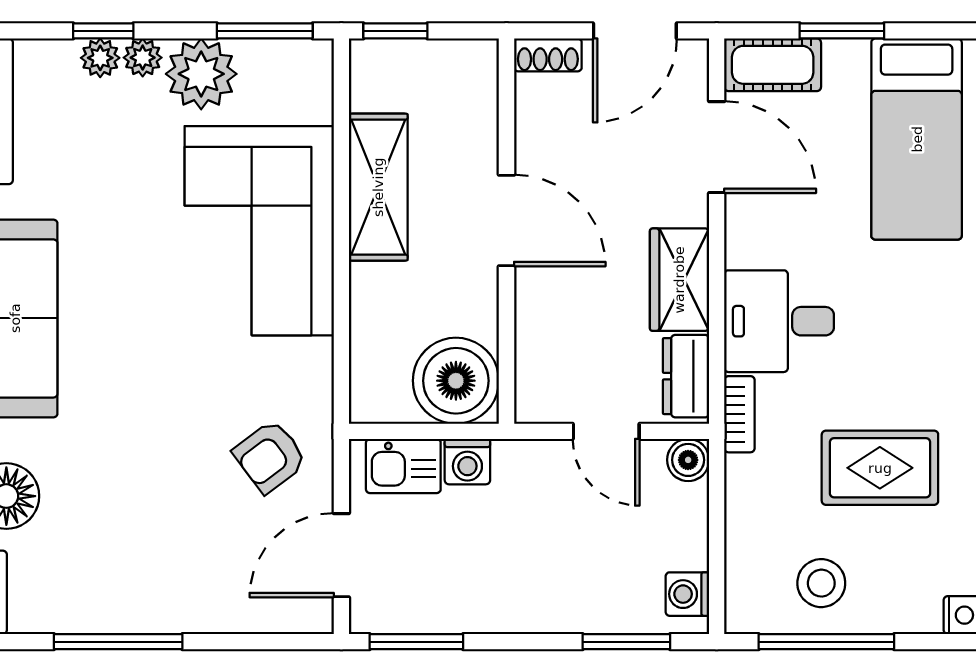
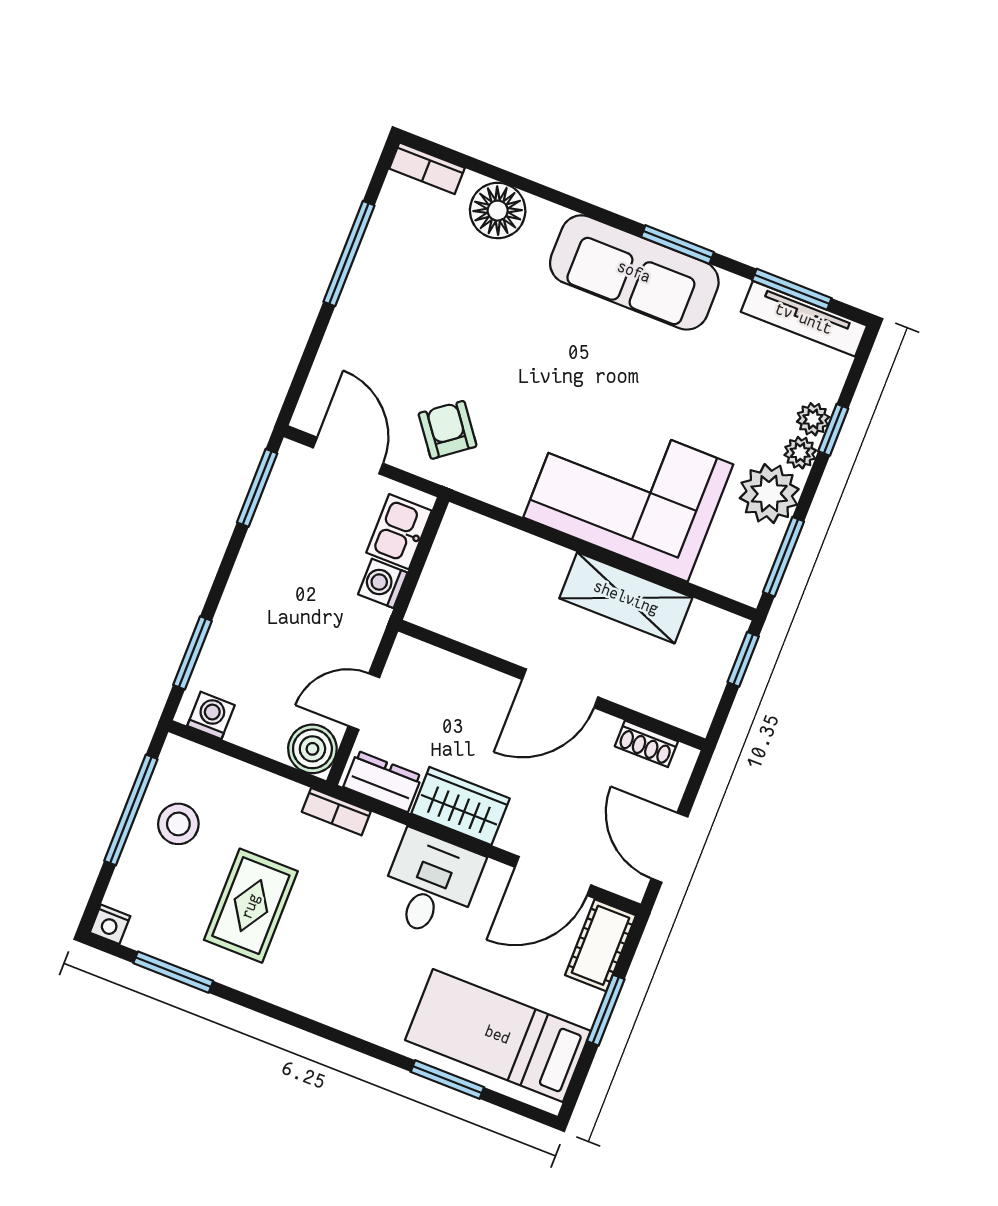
shoe rack: (548, 55) -> (646, 744), moved, turned -90
desk: (779, 321) -> (431, 885), moved
boiler: (456, 381) -> (450, 599), removed
boiler: (688, 460) -> (312, 749), width x1.36, depth x1.36

